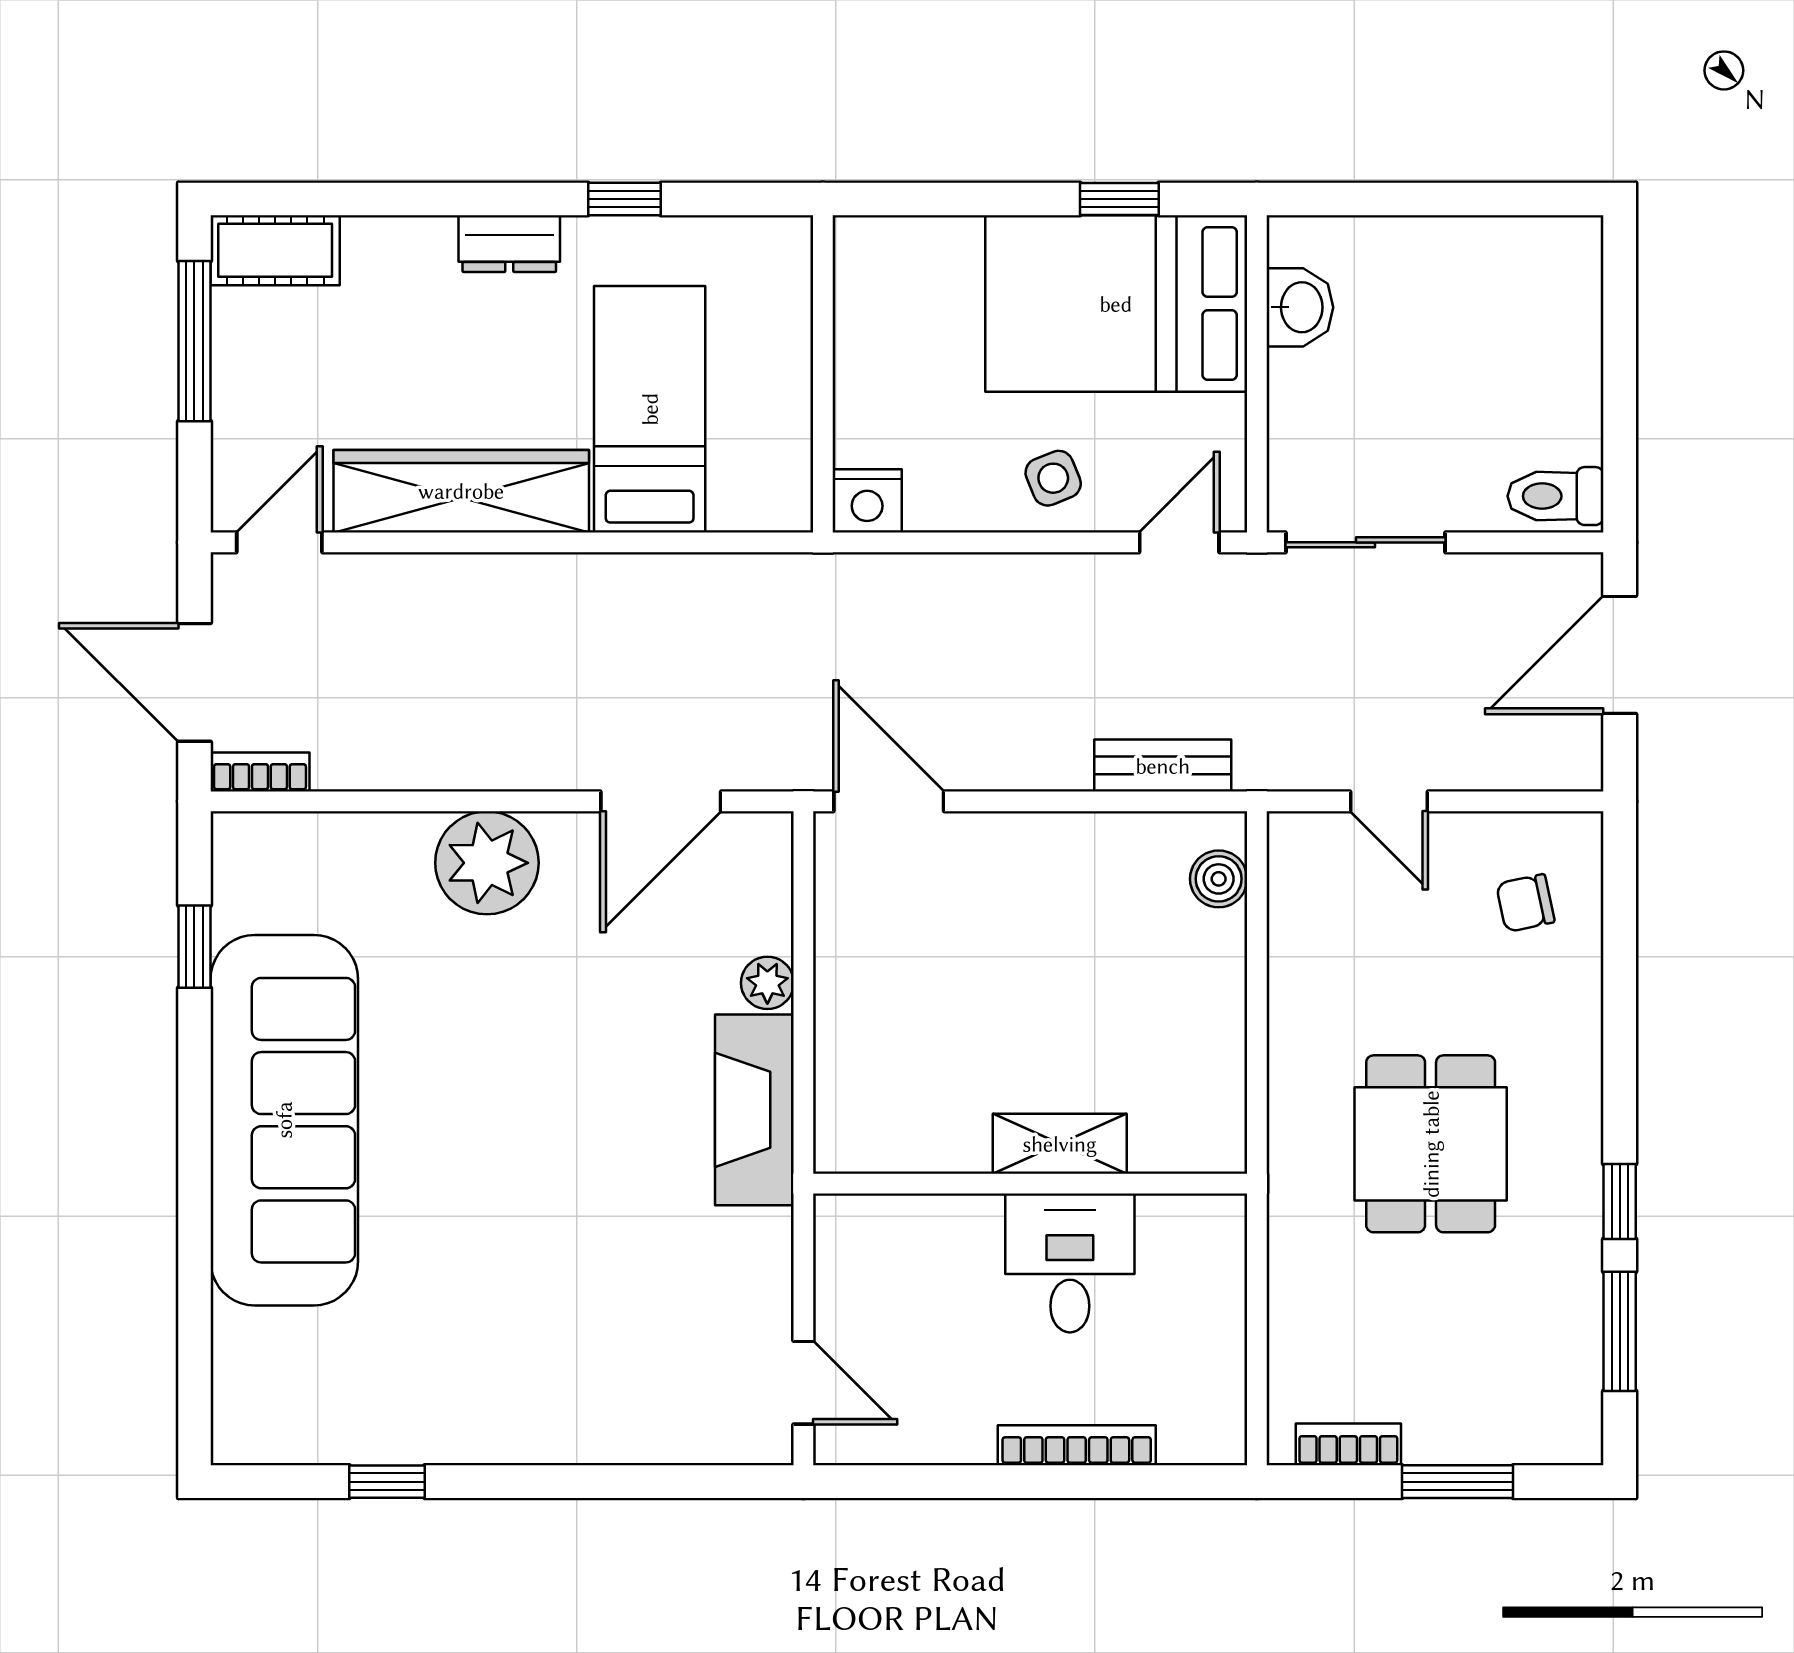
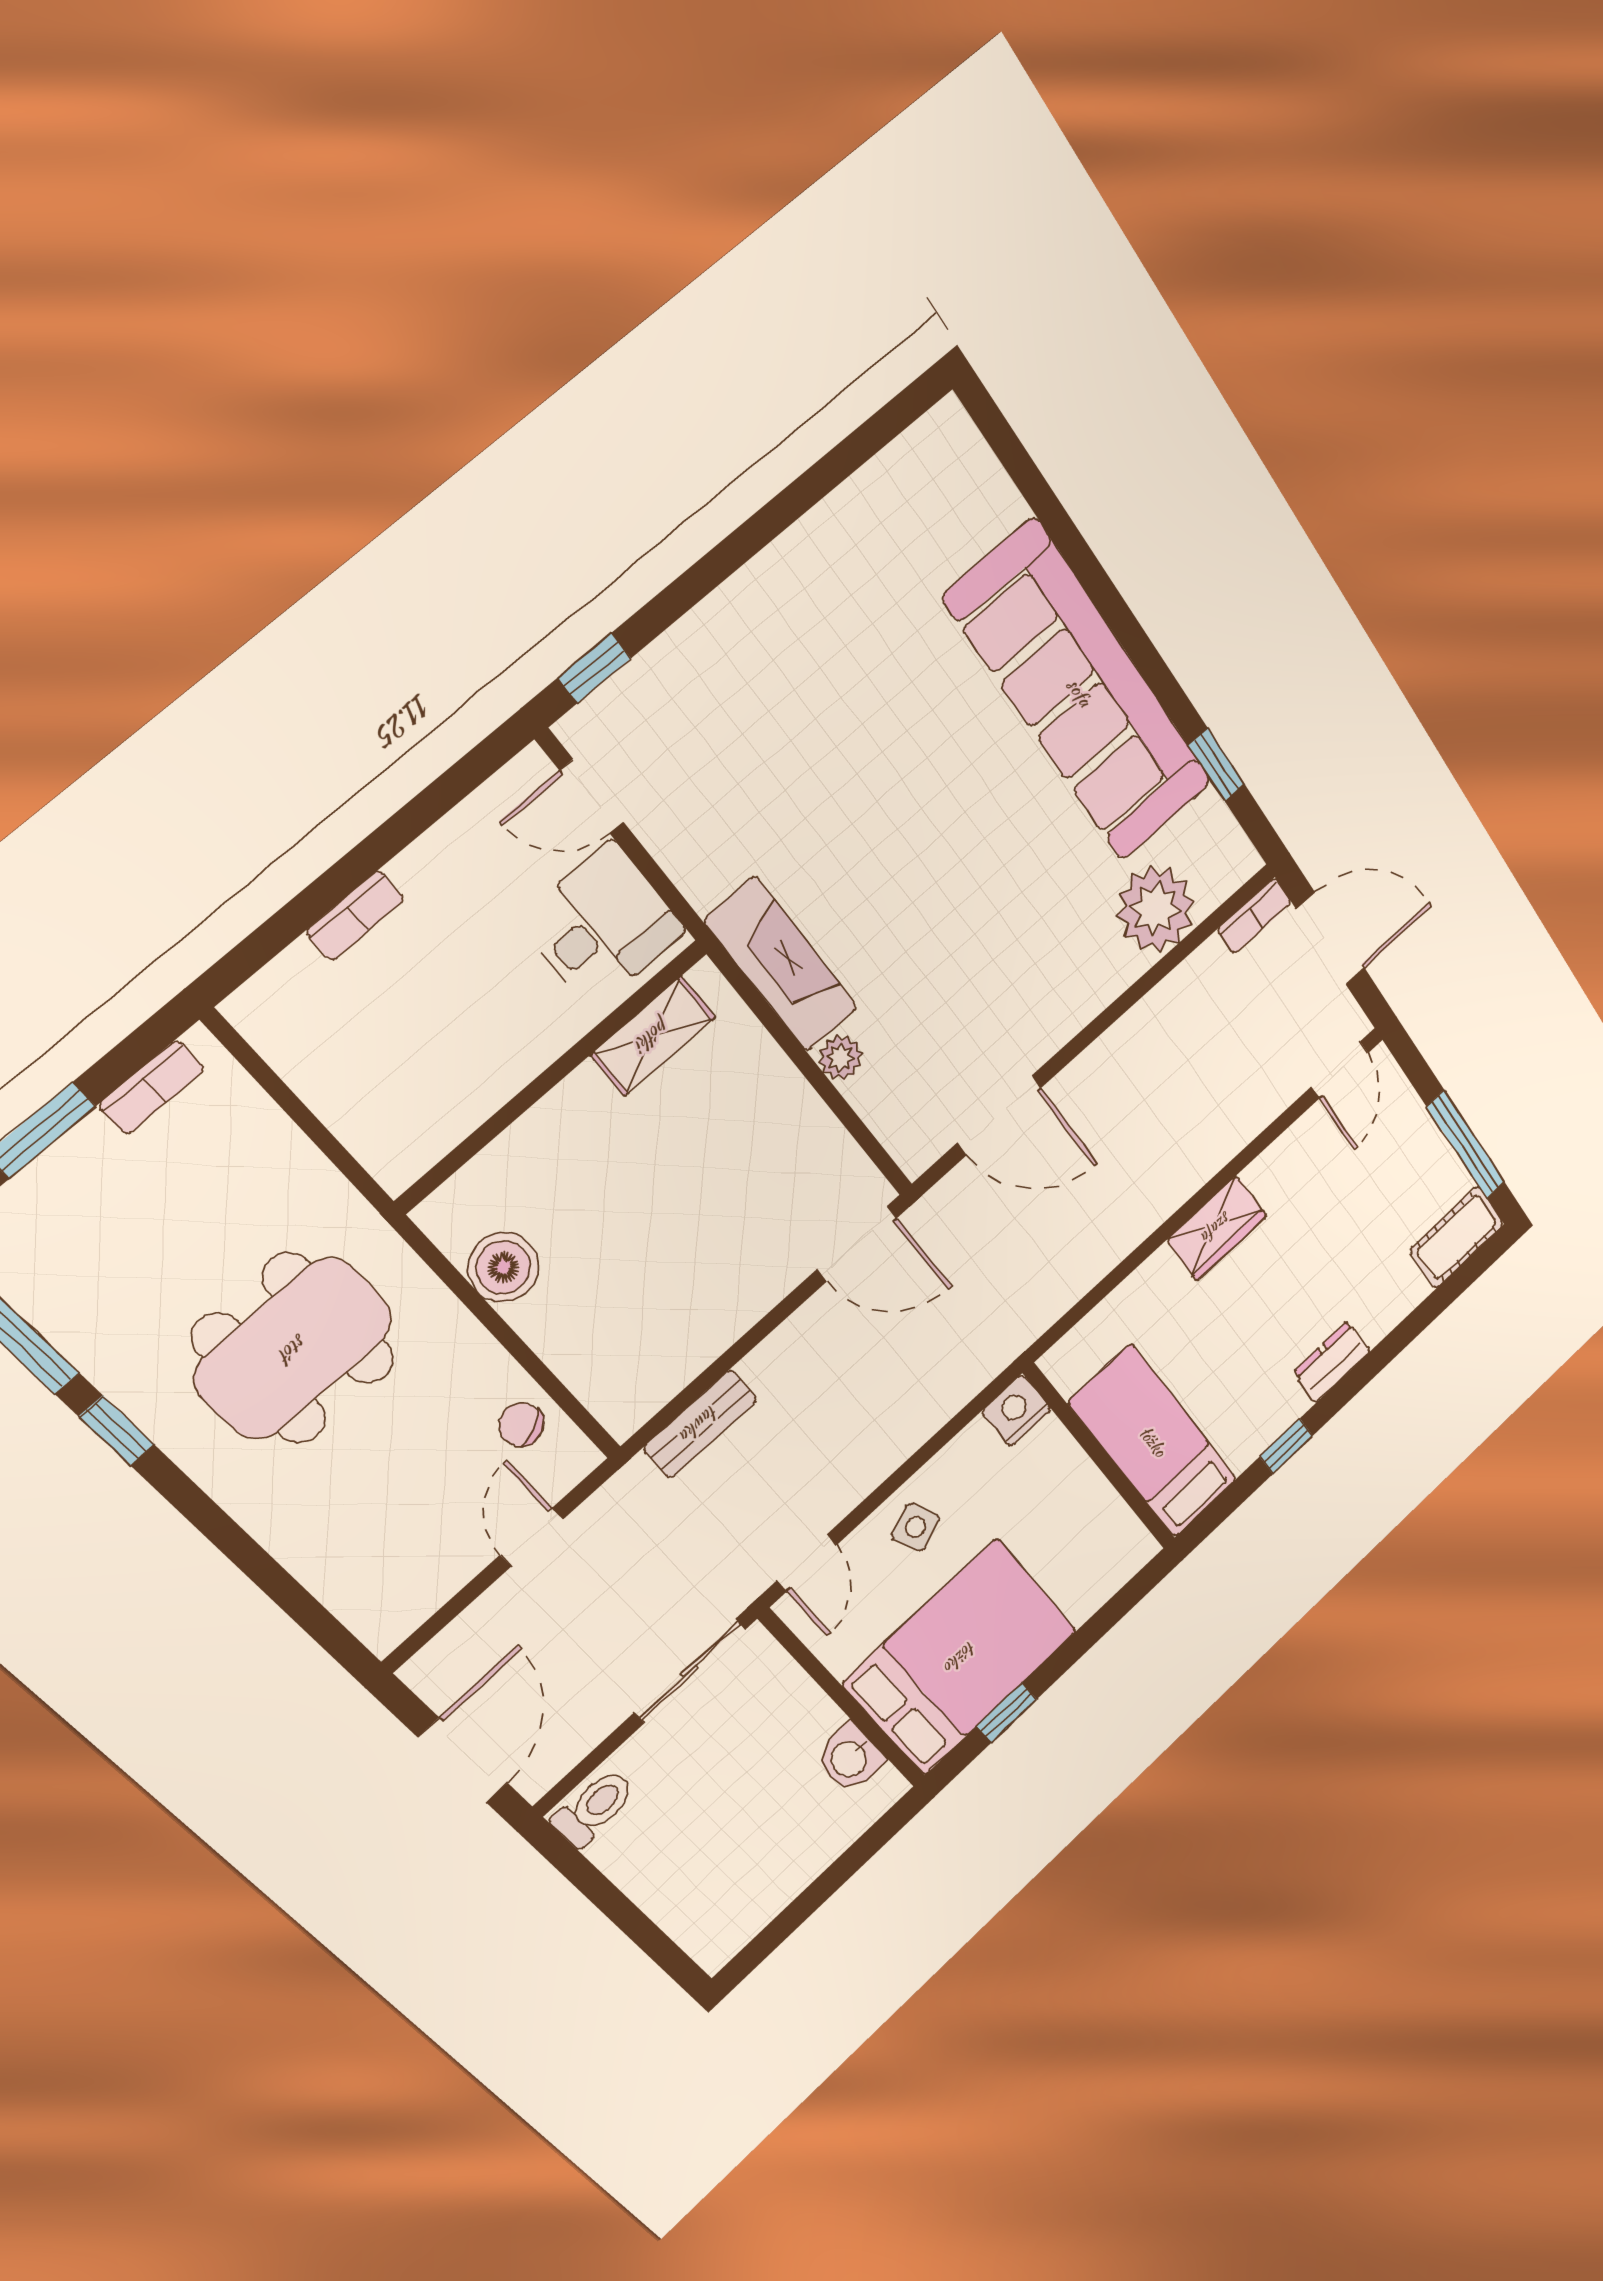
bed: (650, 409) -> (1153, 1441), moved, turned 180
wardrobe: (461, 491) -> (1217, 1228), width x0.48, depth x0.85
door: (661, 801) -> (999, 1115), swing flipped
door: (1389, 801) -> (532, 1537), hinge flipped
plant: (487, 863) -> (1156, 909), moved
boiler: (1219, 879) -> (503, 1267), moved, width x1.36, depth x1.36
chair: (1525, 903) -> (521, 1425), moved, turned -103
shelving: (1060, 1144) -> (653, 1036), moved
dining table: (1431, 1144) -> (294, 1349), width x1.38
desk: (1070, 1263) -> (602, 925), moved, turned -90
bookcase: (1077, 1445) -> (355, 916), width x0.64
window: (387, 1482) -> (594, 668), moved

